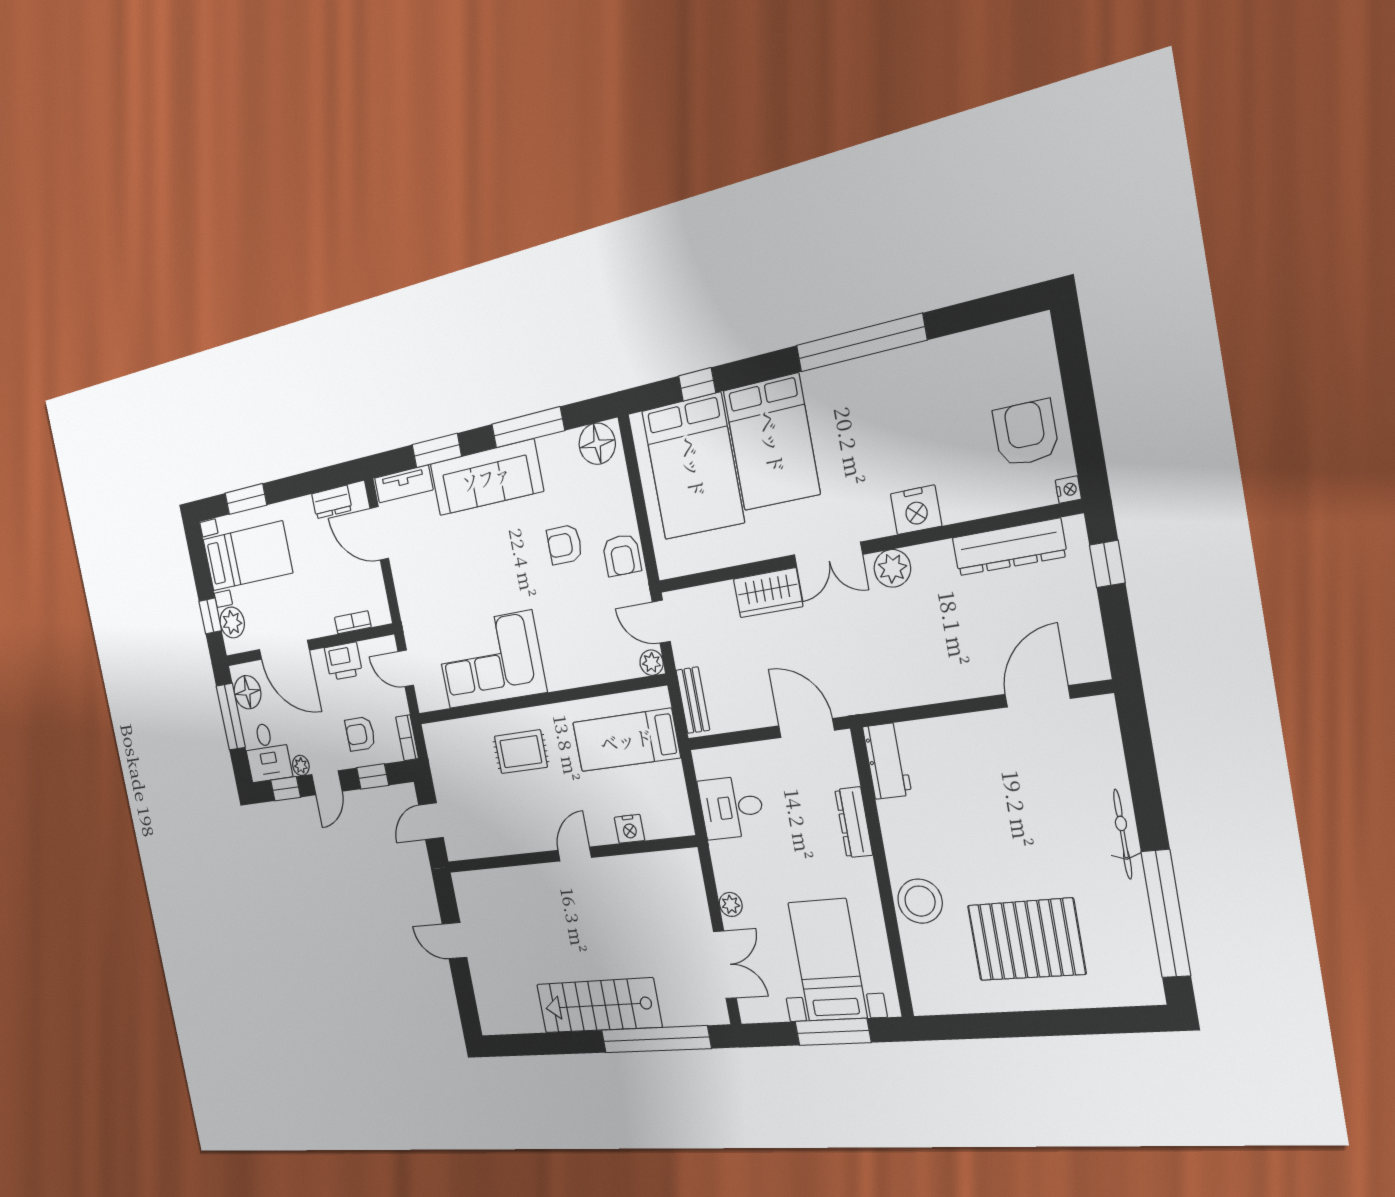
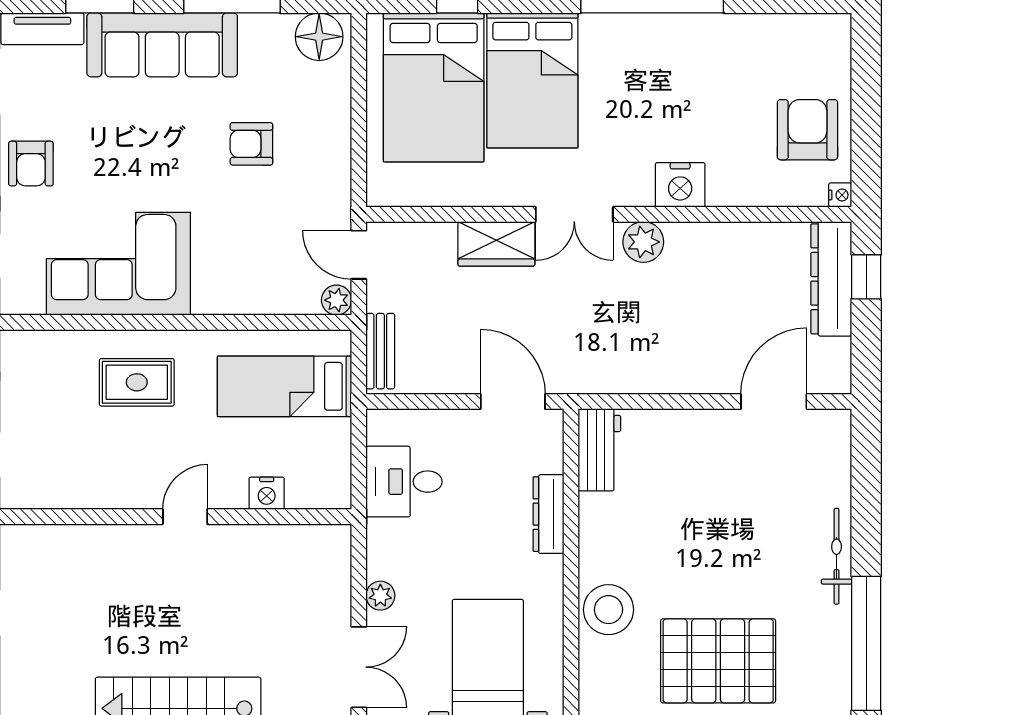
dresser: (1009, 547) -> (831, 279), moved, turned 90
armchair: (622, 555) -> (31, 164), moved

